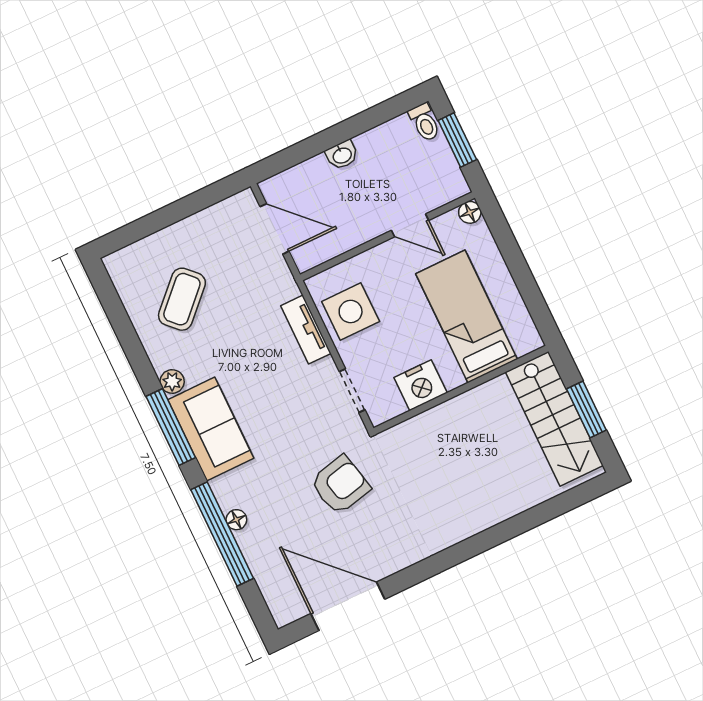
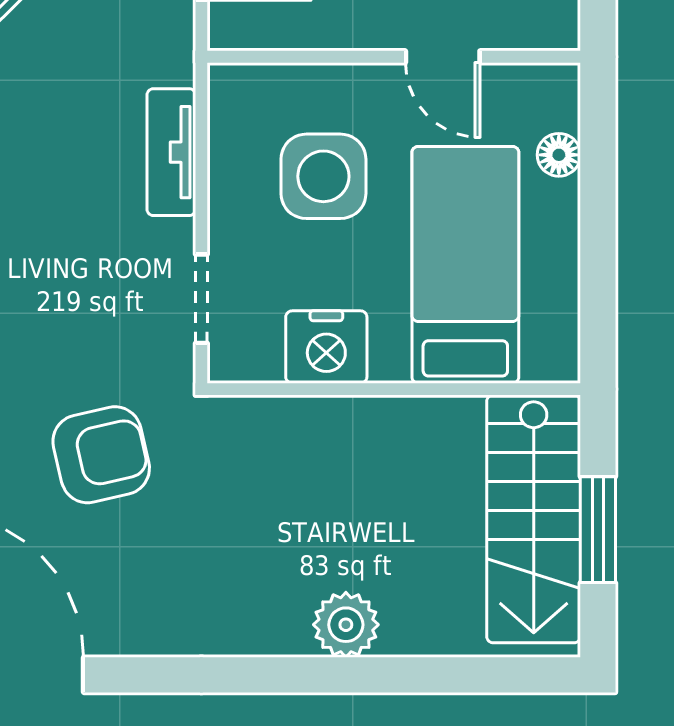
floor lamp: (470, 212) -> (559, 155), moved
side table: (351, 311) -> (323, 176), moved
plant: (491, 509) -> (346, 625), added

